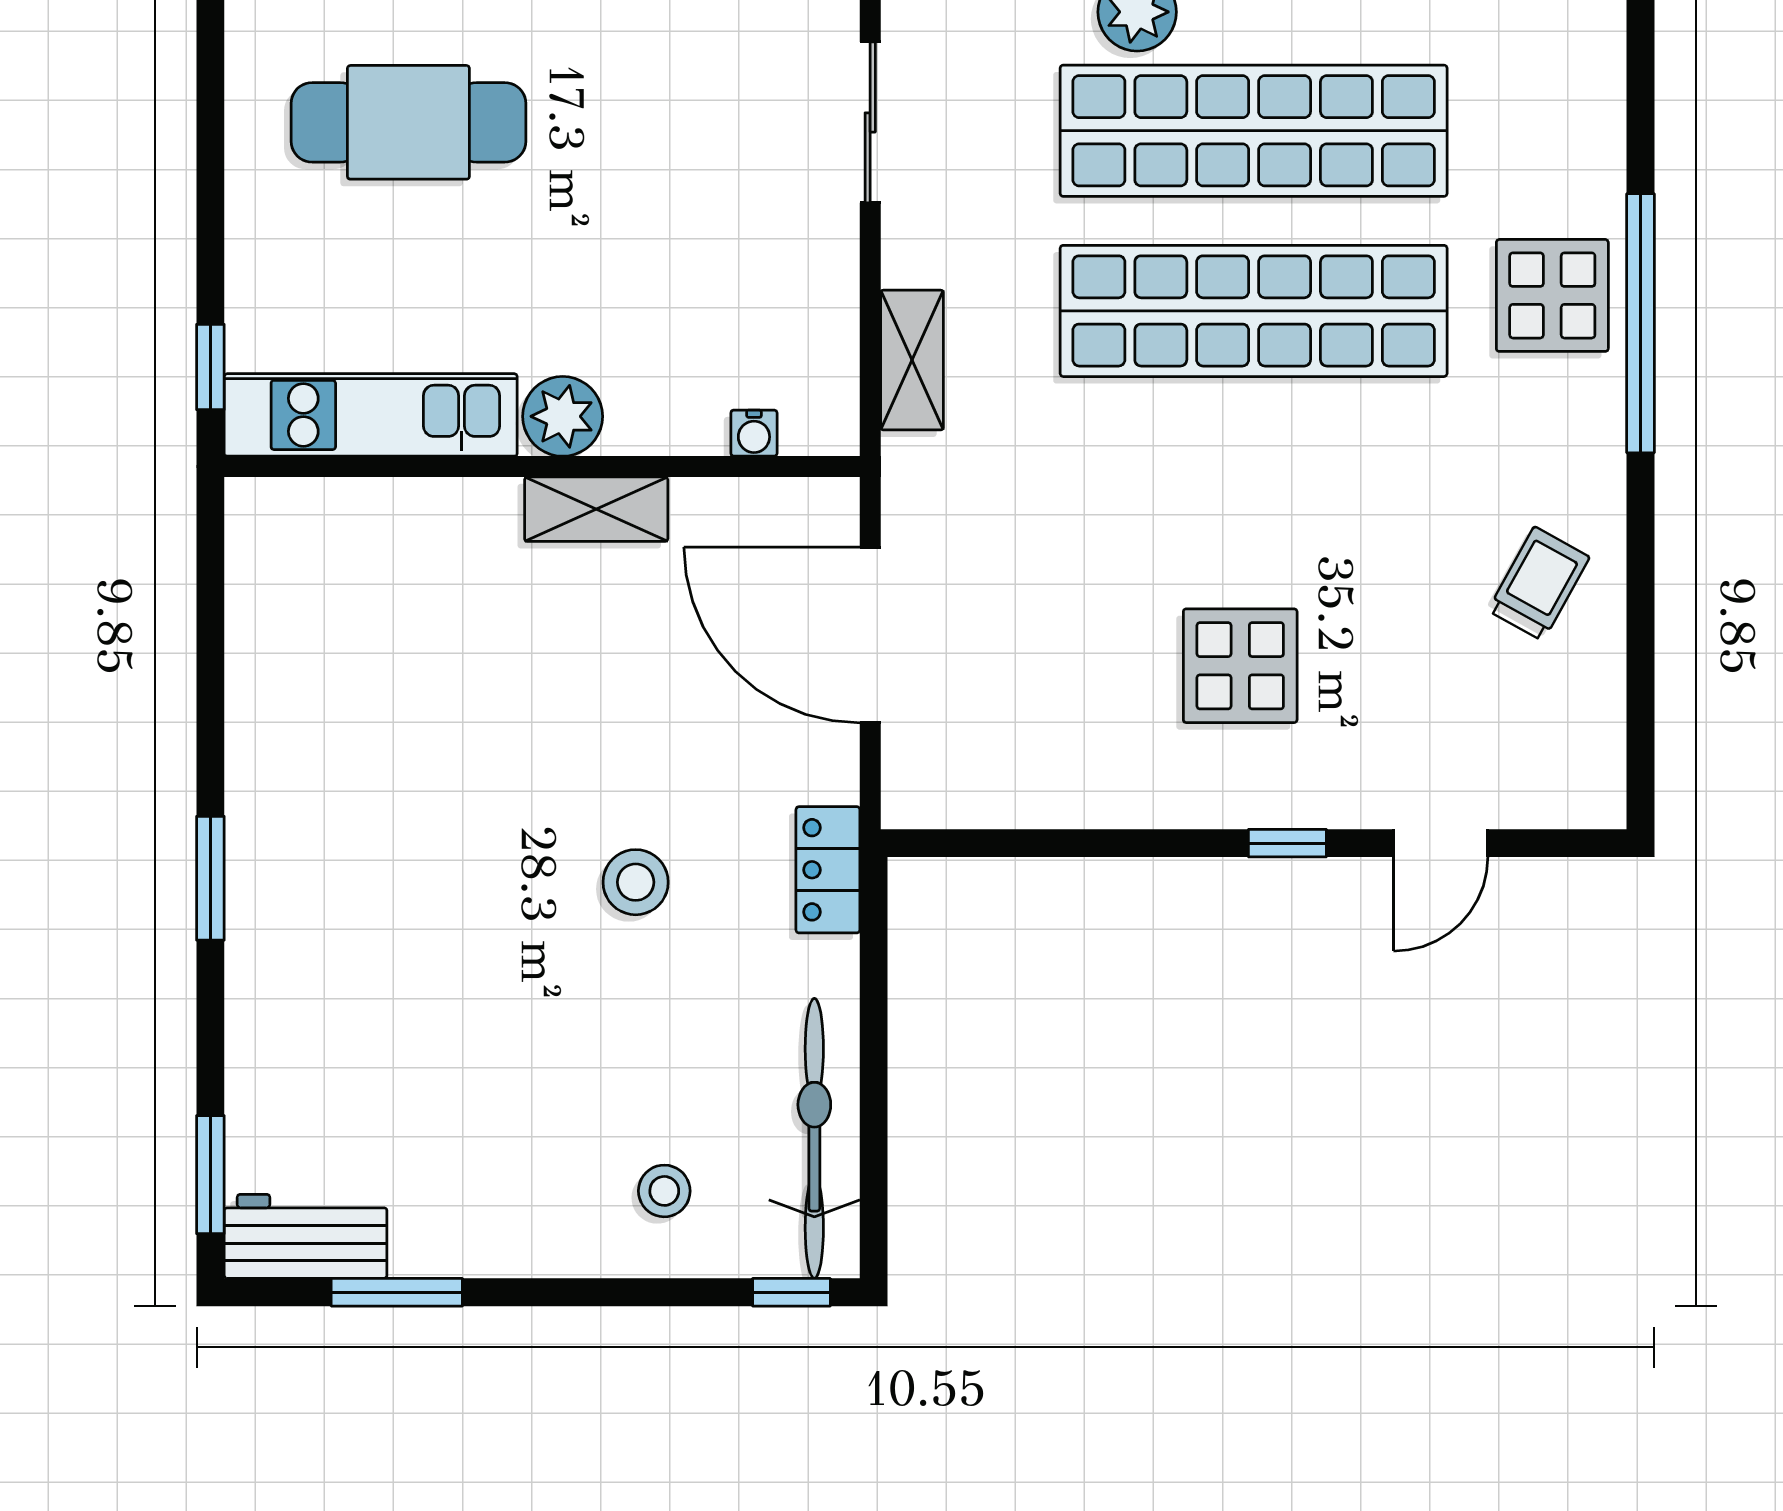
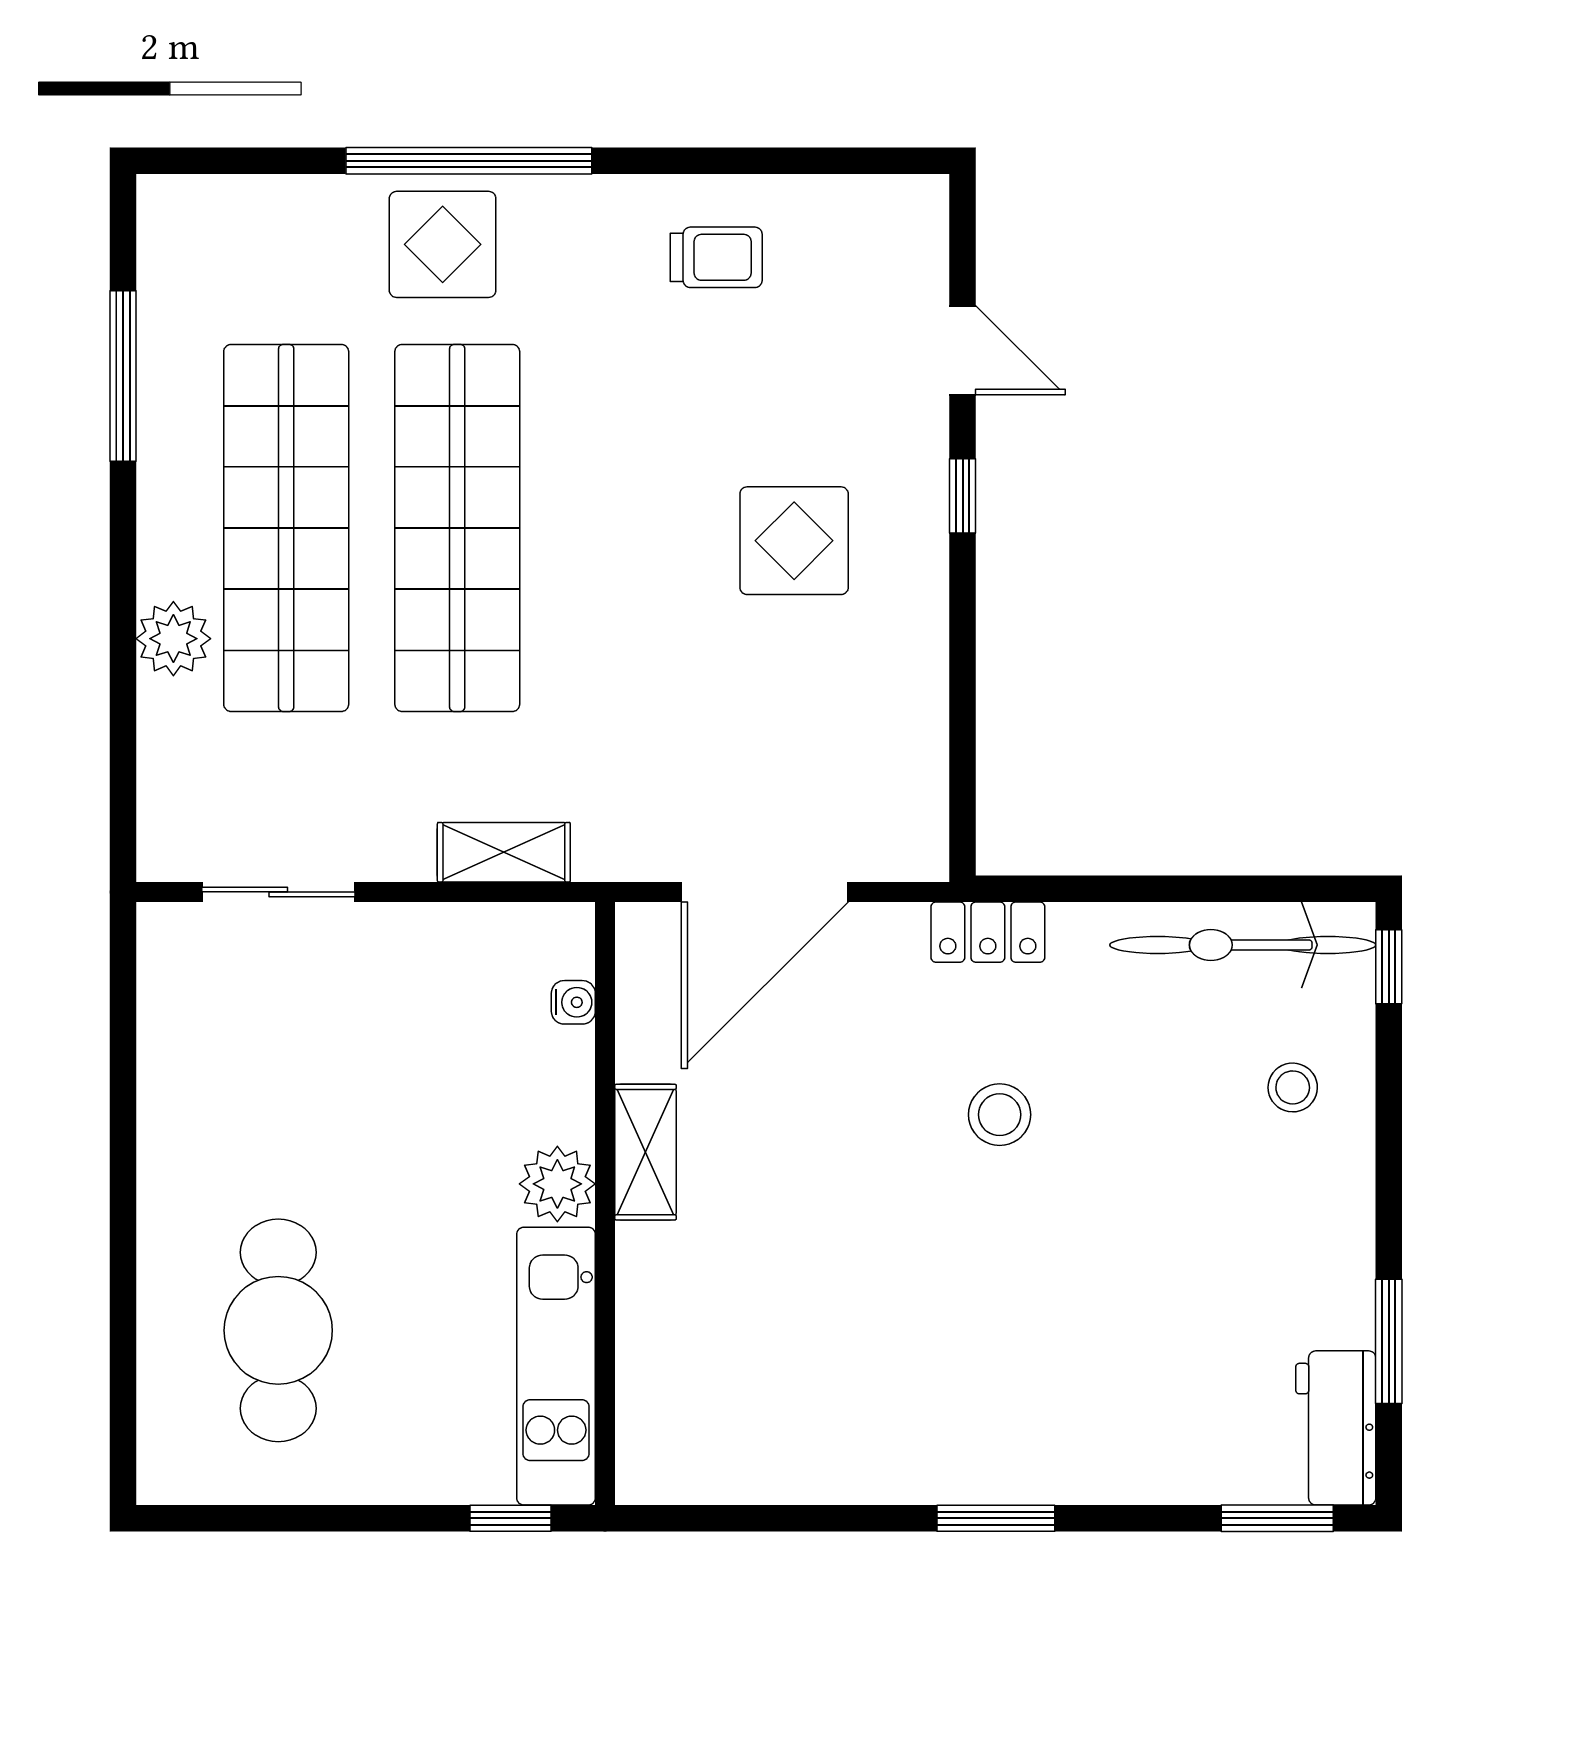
trolley: (1539, 584) -> (716, 257), turned 151

